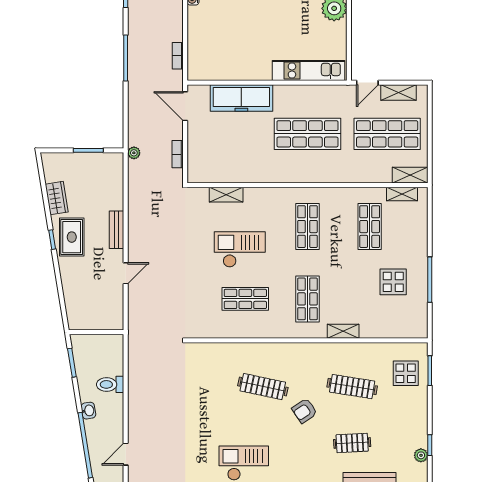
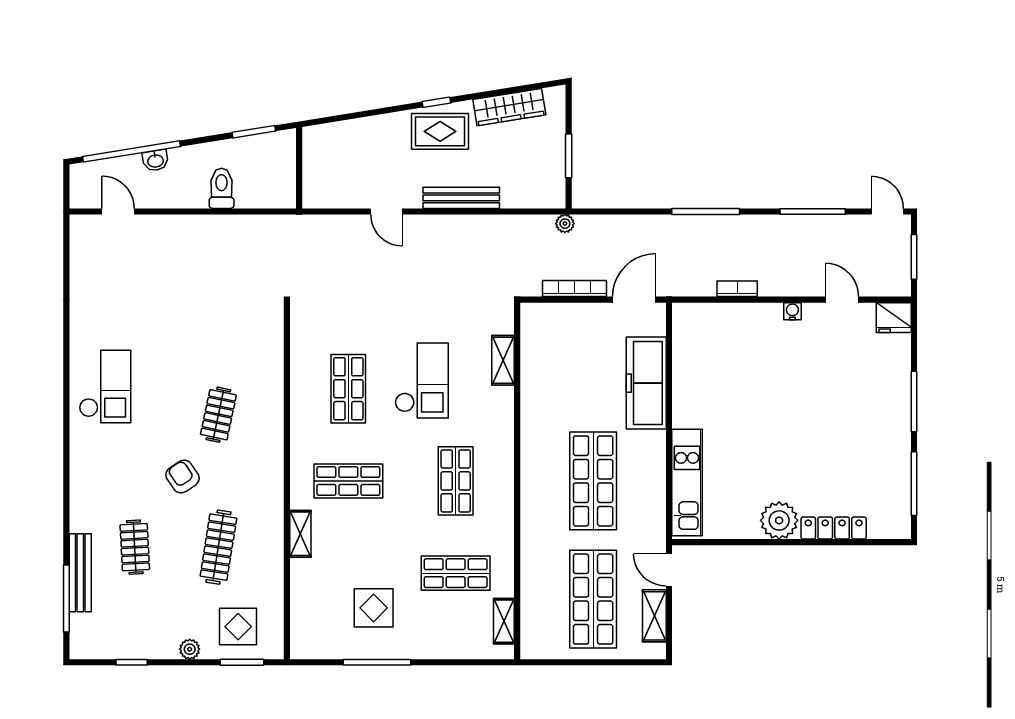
bookcase: (178, 56) -> (737, 289), moved
bookcase: (178, 154) -> (575, 289), width x1.56
shelving: (410, 175) -> (532, 633), removed
wardrobe: (57, 198) -> (509, 107), width x1.50
shop shelf: (307, 227) -> (456, 481), turned 90
bench: (117, 230) -> (461, 198), width x1.36
clothes rail: (263, 387) -> (218, 415), width x0.73
washbasin: (88, 411) -> (155, 160), moved
plant: (421, 455) -> (190, 649), moved

